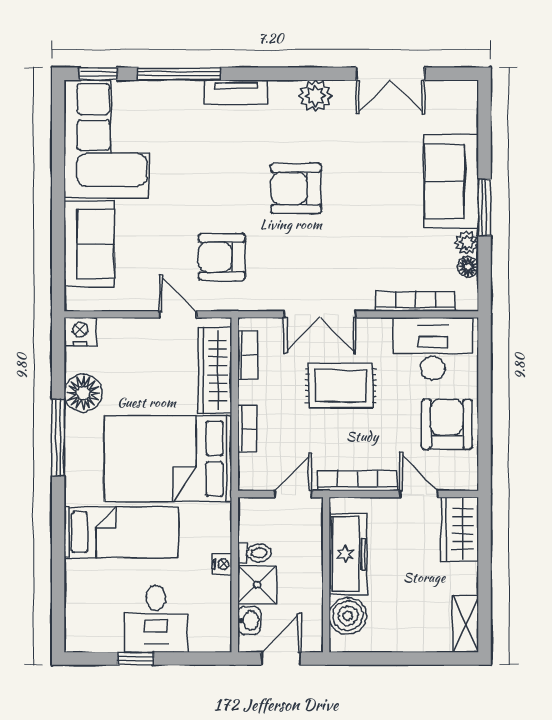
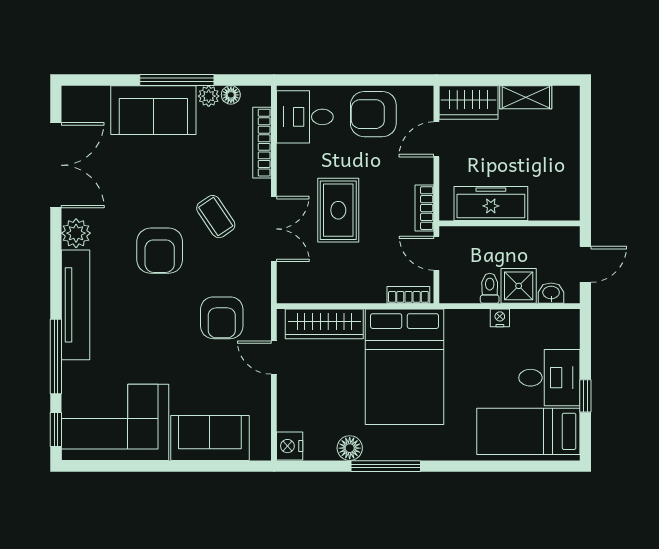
double door: (390, 74) -> (56, 165), width x1.37
tv unit: (236, 92) -> (75, 305), width x1.92, depth x1.29
window: (485, 207) -> (177, 80), width x1.44
coffee table: (334, 250) -> (216, 217), added
door: (178, 314) -> (274, 357), hinge flipped
desk: (433, 349) -> (305, 117), width x0.73
bookcase: (248, 355) -> (311, 294), removed
floor lamp: (83, 393) -> (350, 448), width x0.73, depth x0.73
bookcase: (247, 429) -> (408, 295), moved
bookcase: (357, 481) -> (424, 208), width x0.64
bed: (121, 532) -> (528, 431), moved, turned -90
boiler: (348, 616) -> (547, 204), removed
shelving: (466, 624) -> (526, 97), moved
door: (281, 658) -> (585, 264), swing flipped

